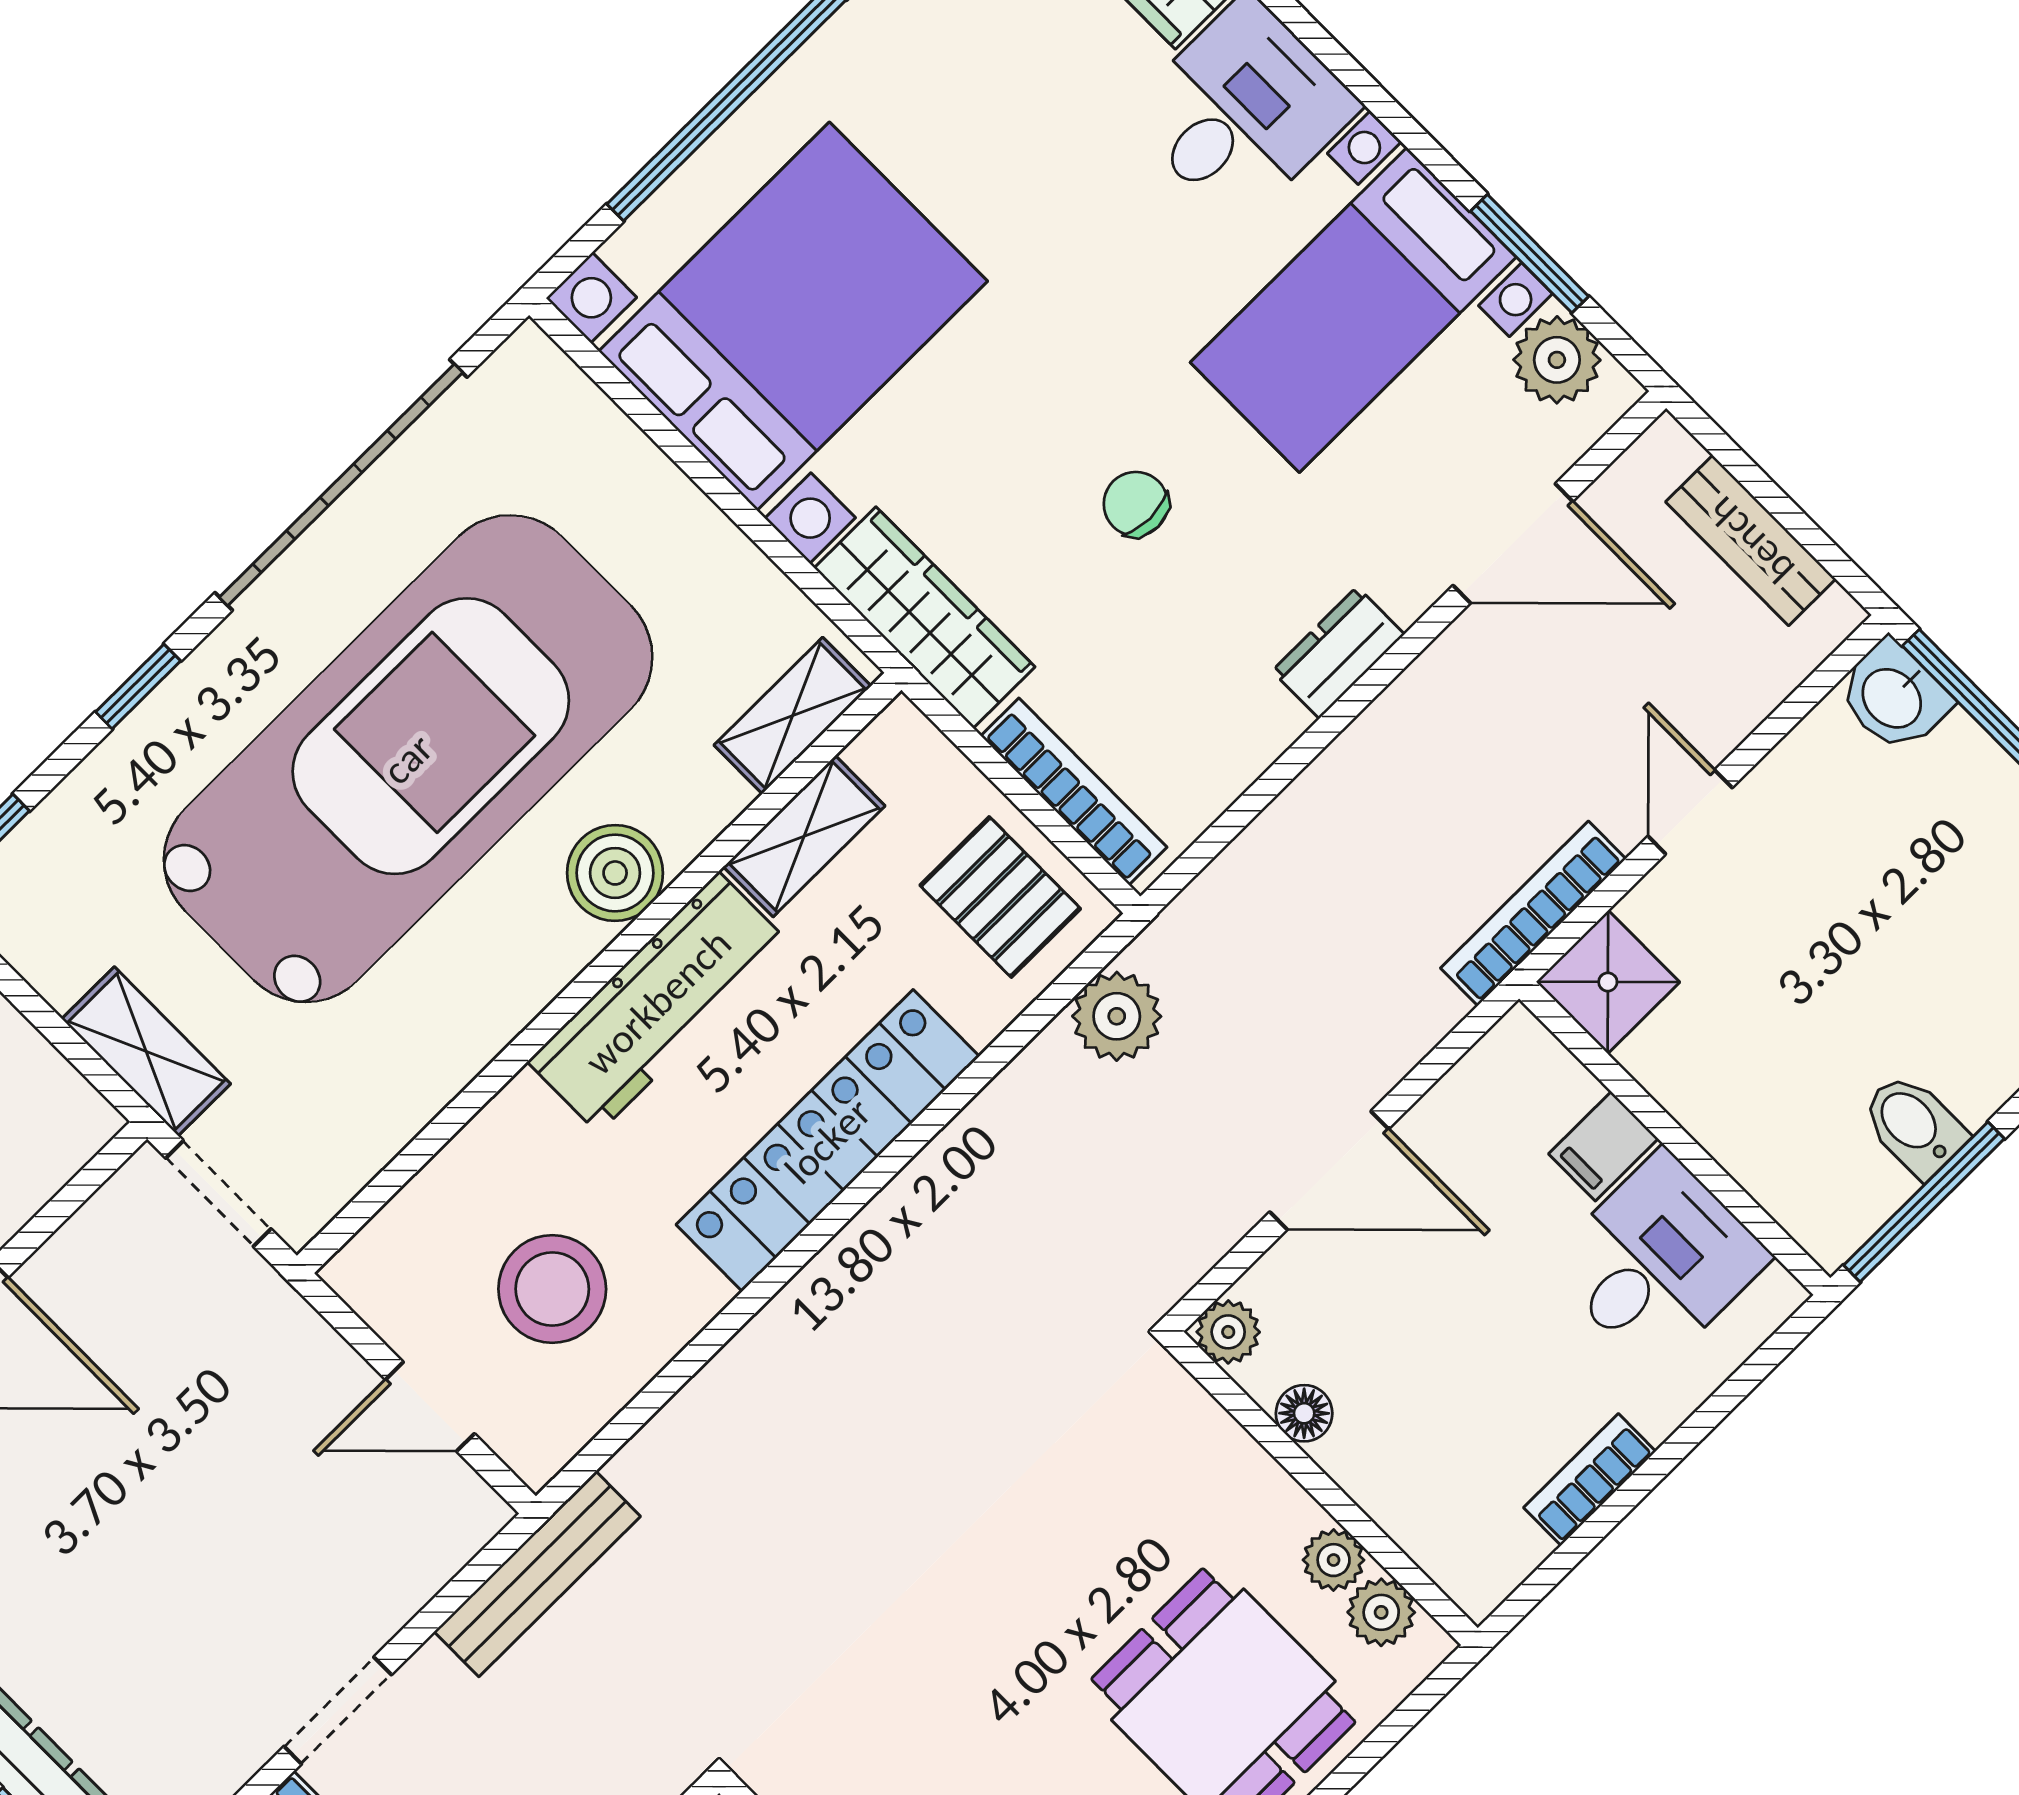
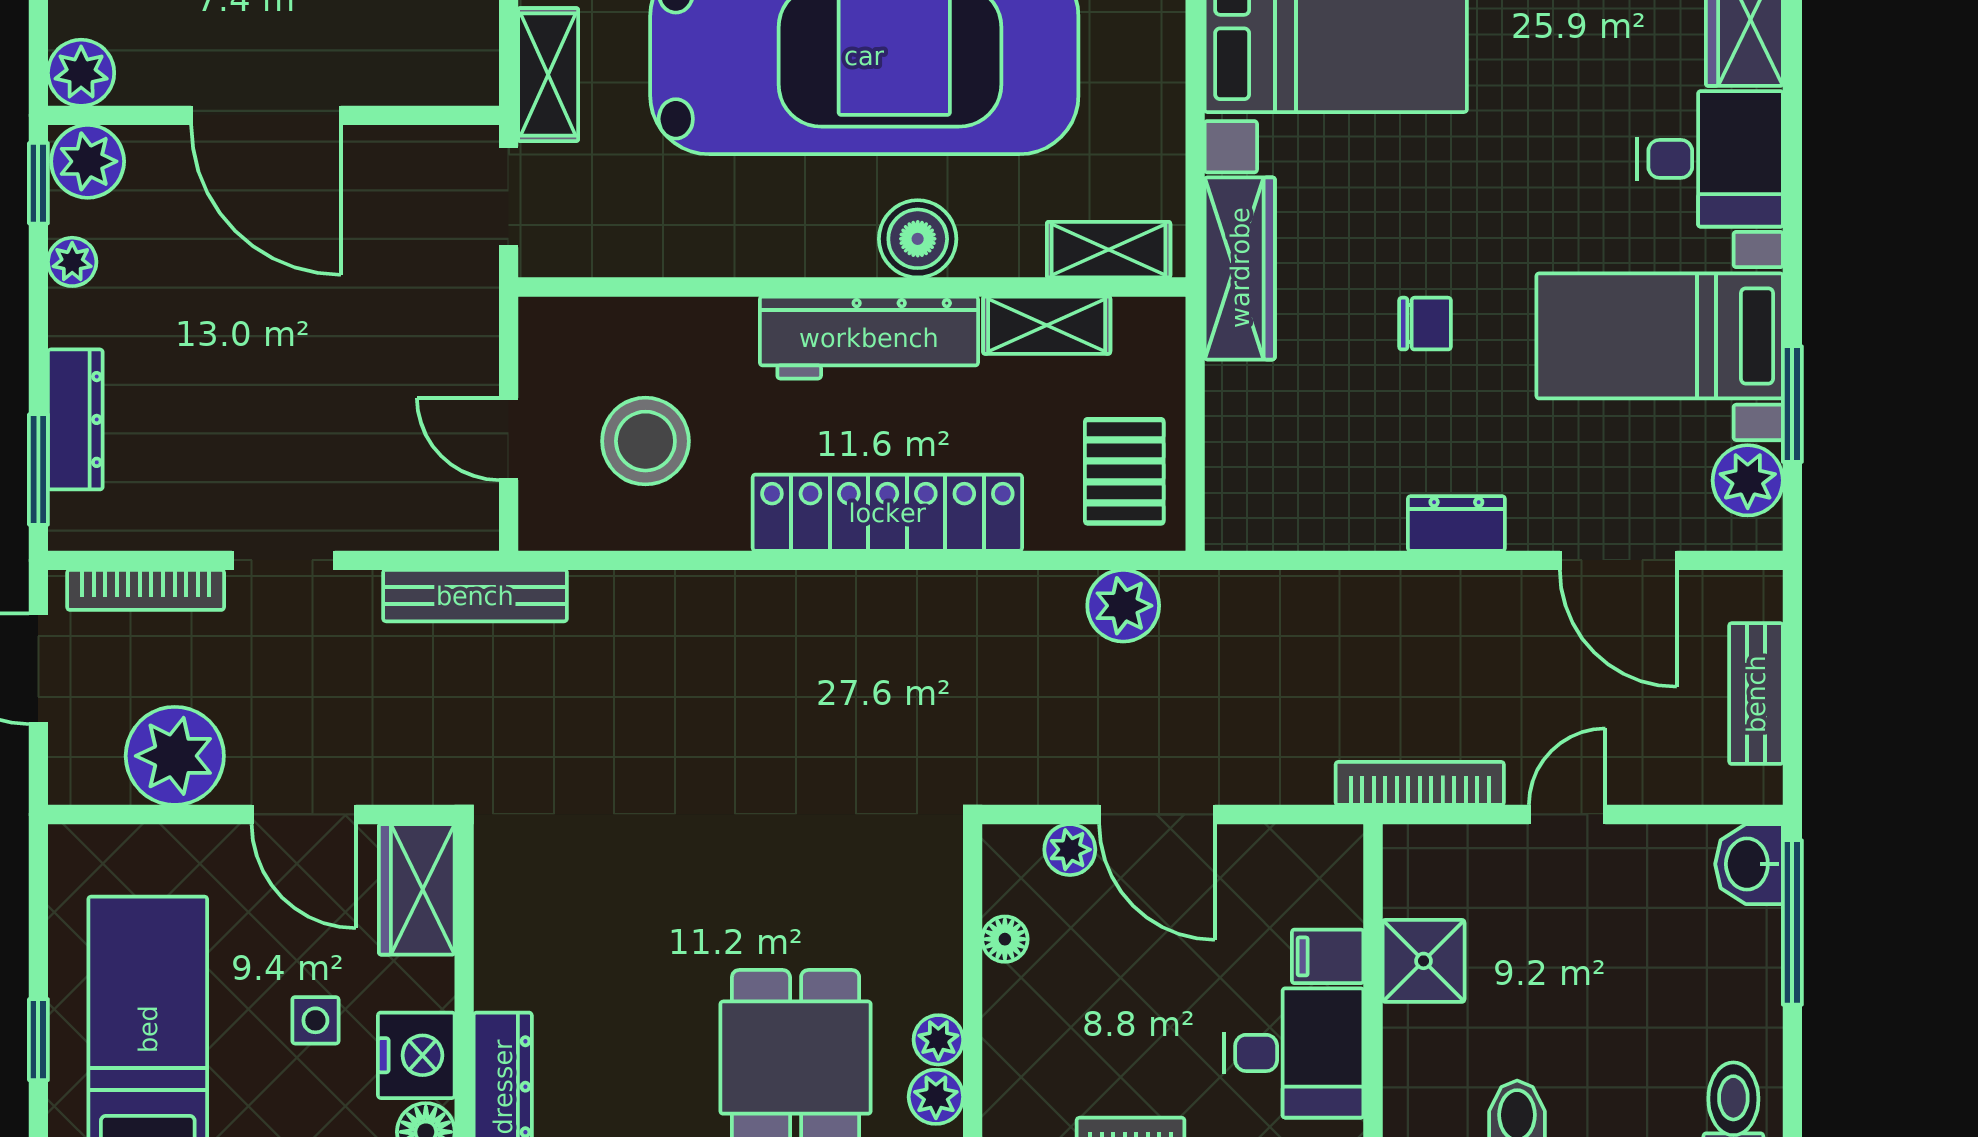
chair: (1136, 504) -> (1425, 324), turned 90
bookcase: (1074, 792) -> (1226, 453), removed
shower: (1608, 982) -> (1424, 961), moved
plant: (1228, 1332) -> (1070, 850), moved

